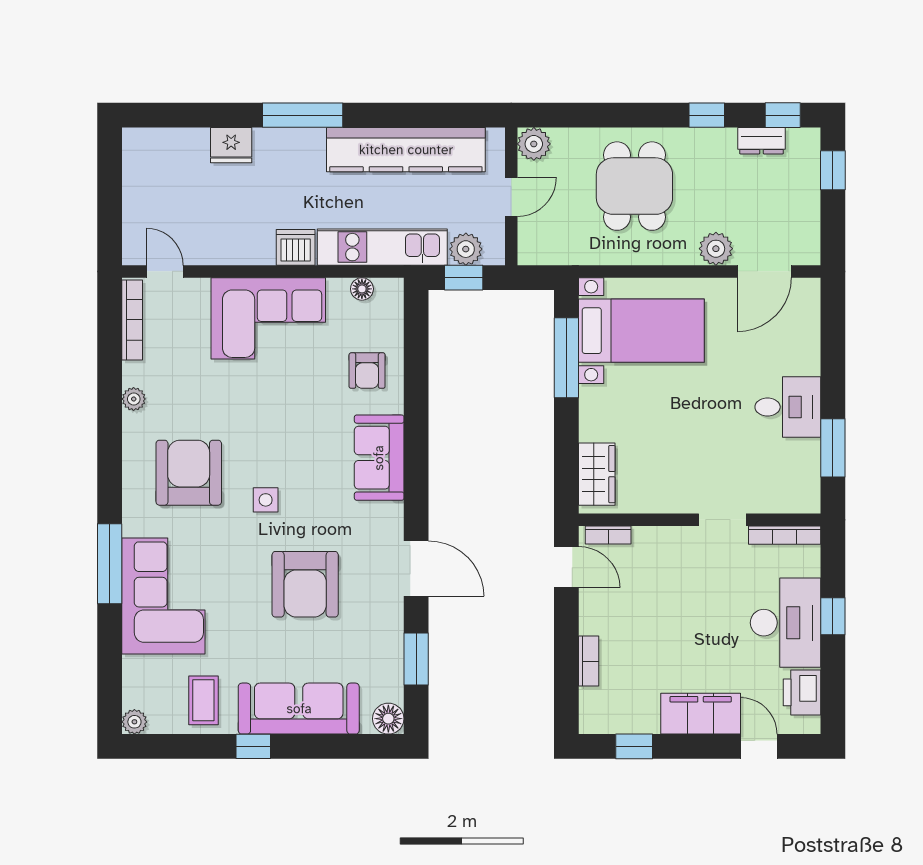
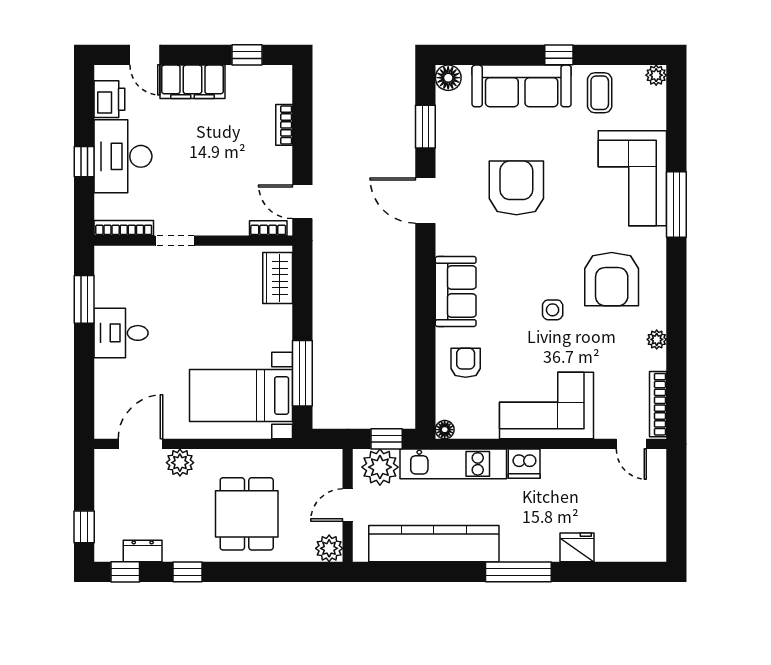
plant: (466, 249) -> (380, 467), width x1.36, depth x1.36
floor lamp: (362, 289) -> (445, 430), moved
side table: (266, 500) -> (553, 310), moved

